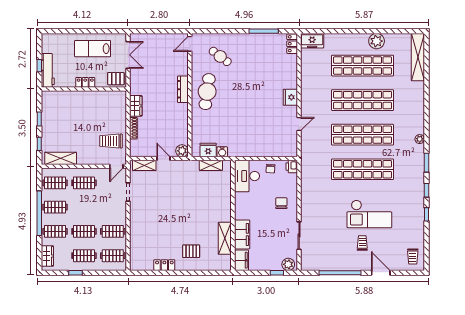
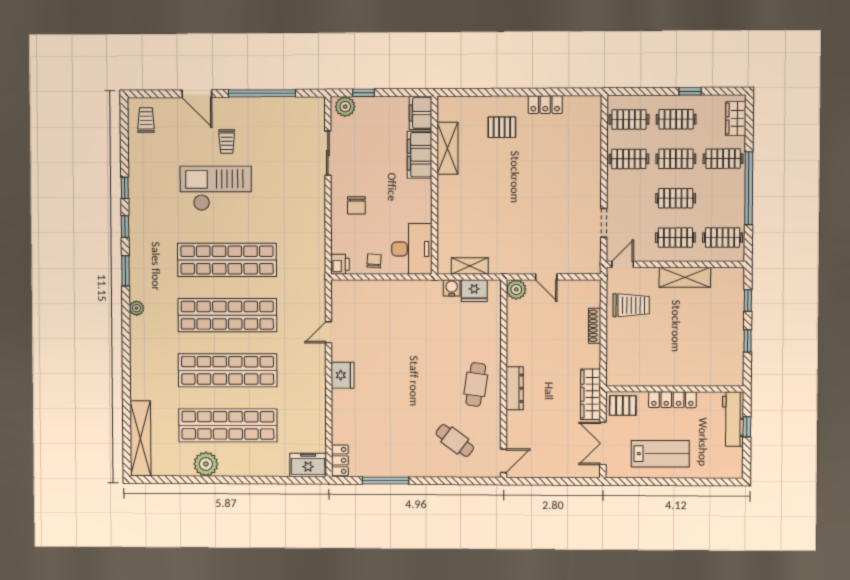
locker: (85, 82) -> (672, 400), width x1.53
cafe table: (207, 92) -> (476, 384), width x0.73, depth x0.74
wardrobe: (136, 106) -> (591, 394), moved, width x1.50
shelving: (61, 158) -> (685, 277), moved
shelving: (144, 165) -> (577, 266), removed
clothes rail: (55, 207) -> (676, 198), moved

